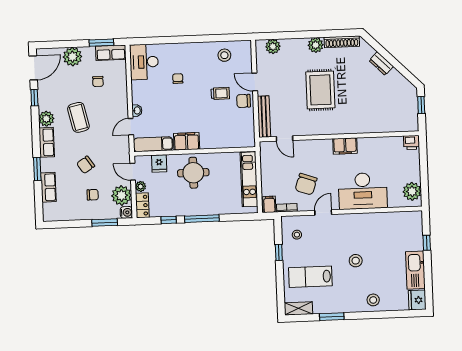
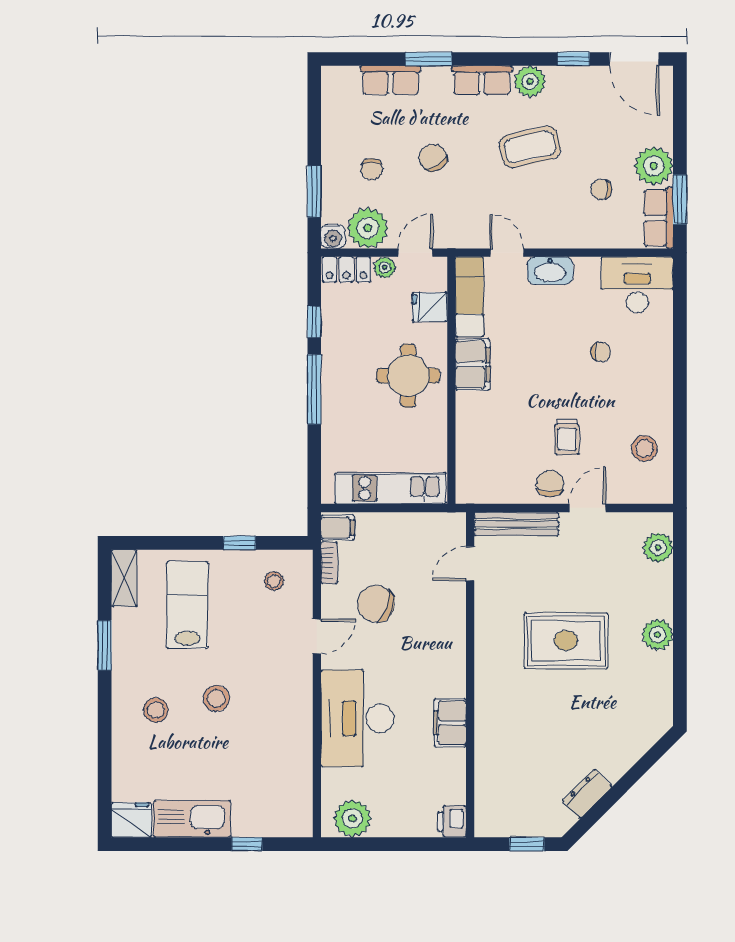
shoe rack: (342, 42) -> (662, 688), removed
plant: (72, 57) -> (654, 166), moved
dresser: (381, 63) -> (587, 794), moved
washbasin: (137, 110) -> (550, 271), width x1.91, depth x1.45
filing cabinet: (345, 146) -> (450, 723), moved
door: (323, 212) -> (317, 636), hinge flipped
stool: (373, 300) -> (156, 710), moved

